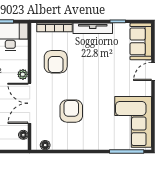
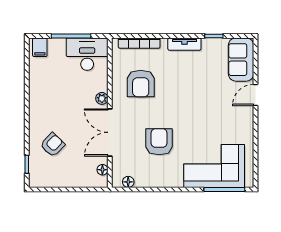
tv unit: (93, 28) -> (184, 44), width x0.71
corner sofa: (133, 122) -> (214, 166), moved, turned 90

